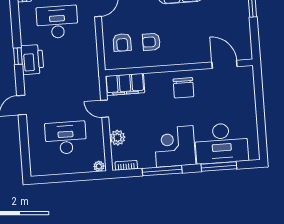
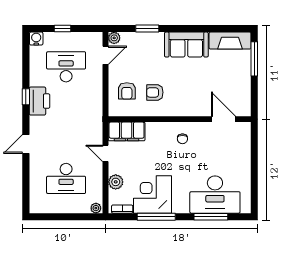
chair: (183, 88) -> (182, 139), width x0.54, depth x0.54
desk: (66, 138) -> (66, 178), turned 180
corner desk: (175, 146) -> (153, 194), moved

